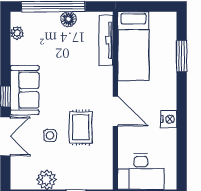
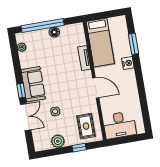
tv unit: (106, 40) -> (84, 58), moved, width x0.71
nightstand: (169, 119) -> (128, 63), moved
rug: (81, 128) -> (86, 126), moved

